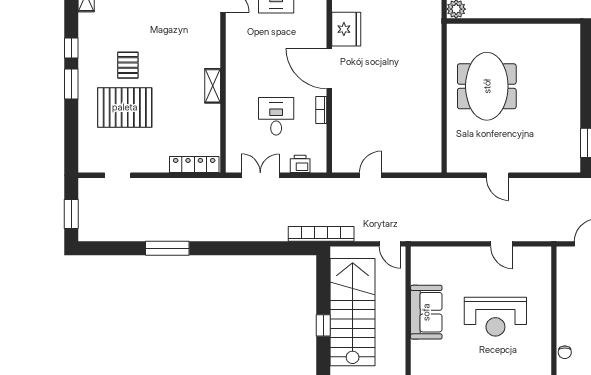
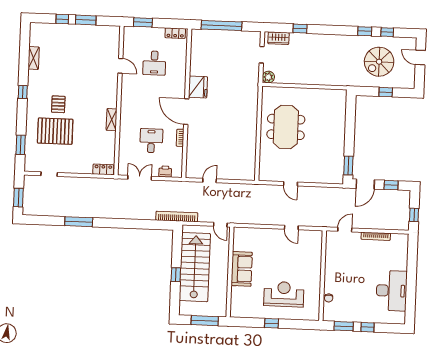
window: (71, 84) -> (21, 145), moved
locker: (194, 165) -> (103, 169), width x0.66
reception desk: (495, 317) -> (284, 294), moved, turned 180

